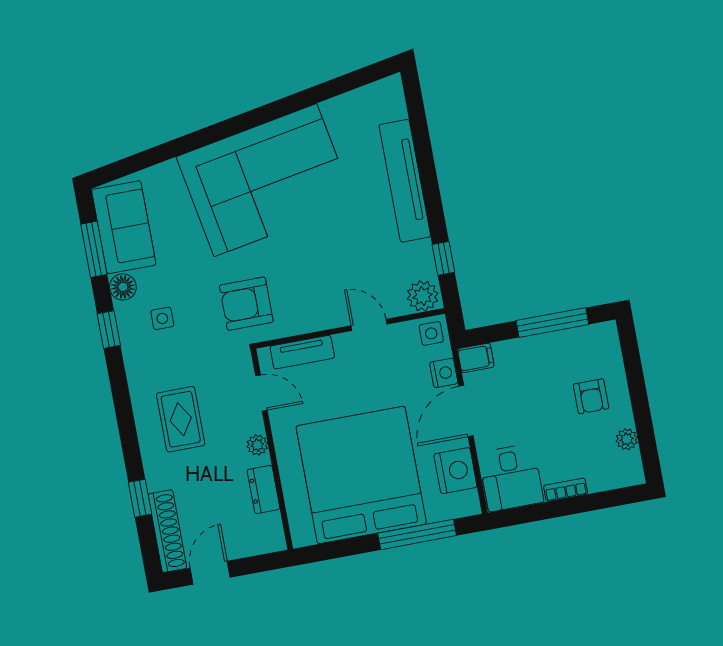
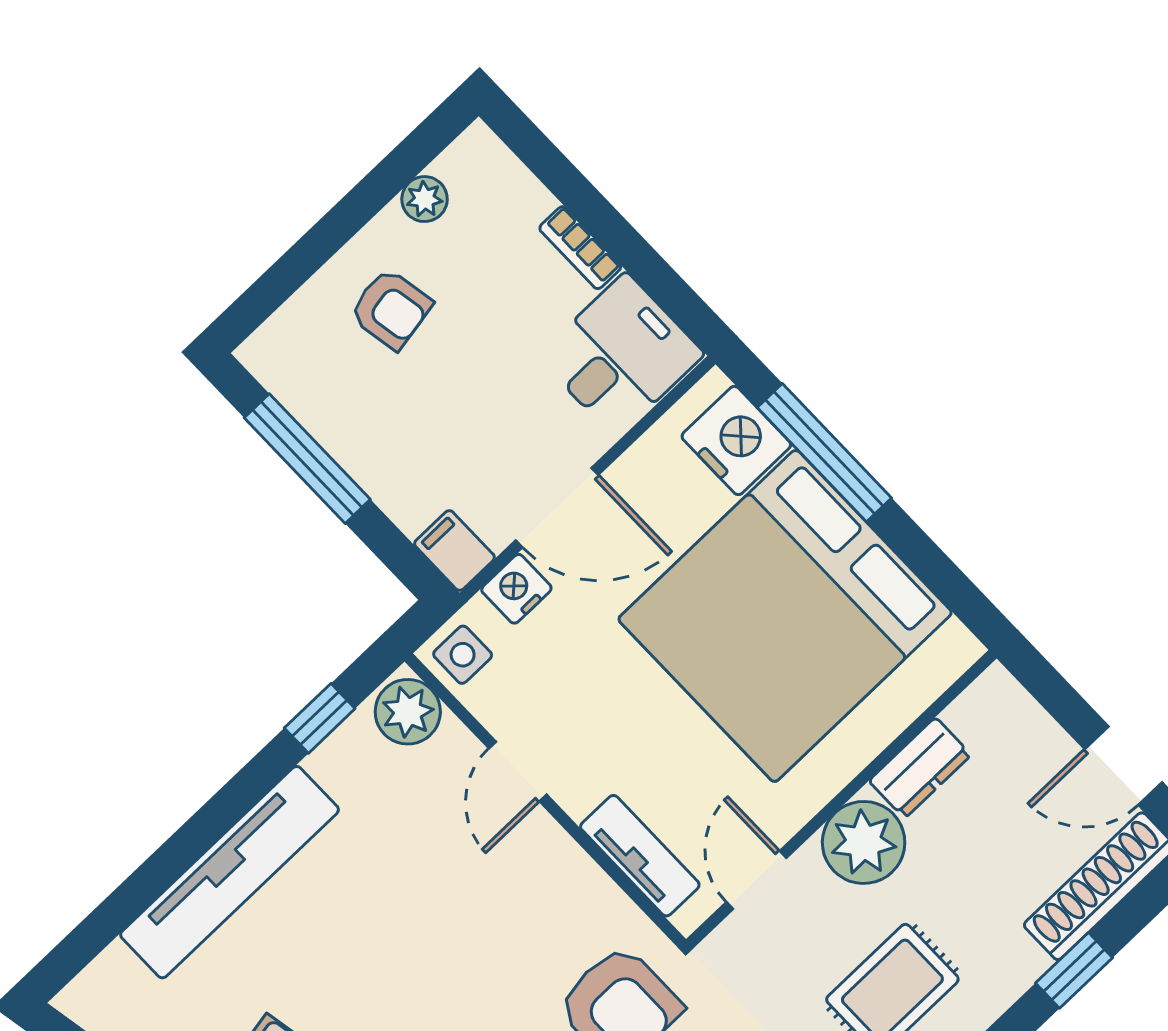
armchair: (591, 396) -> (391, 309), turned 80
plant: (257, 445) -> (864, 842), width x1.88, depth x1.88
nightstand: (455, 471) -> (736, 440), moved, turned 90

